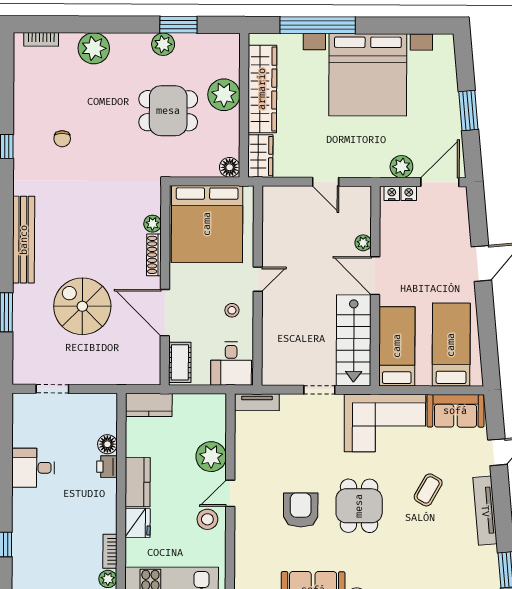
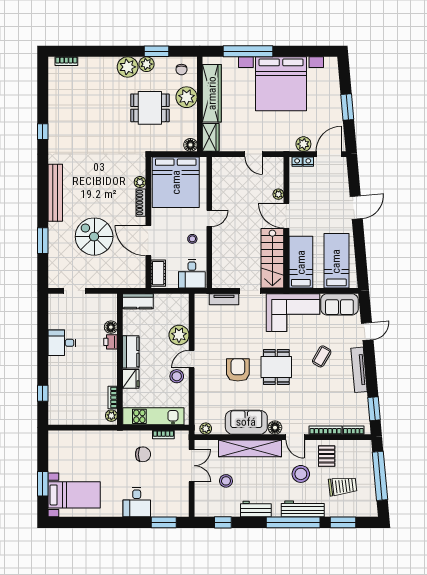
plant: (94, 48) -> (128, 67), moved
chair: (62, 139) -> (181, 70), moved
tv unit: (257, 402) -> (224, 299), moved

